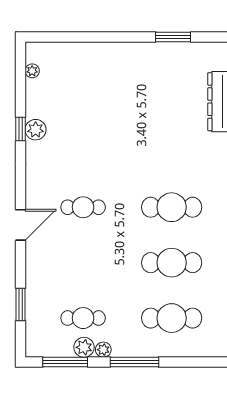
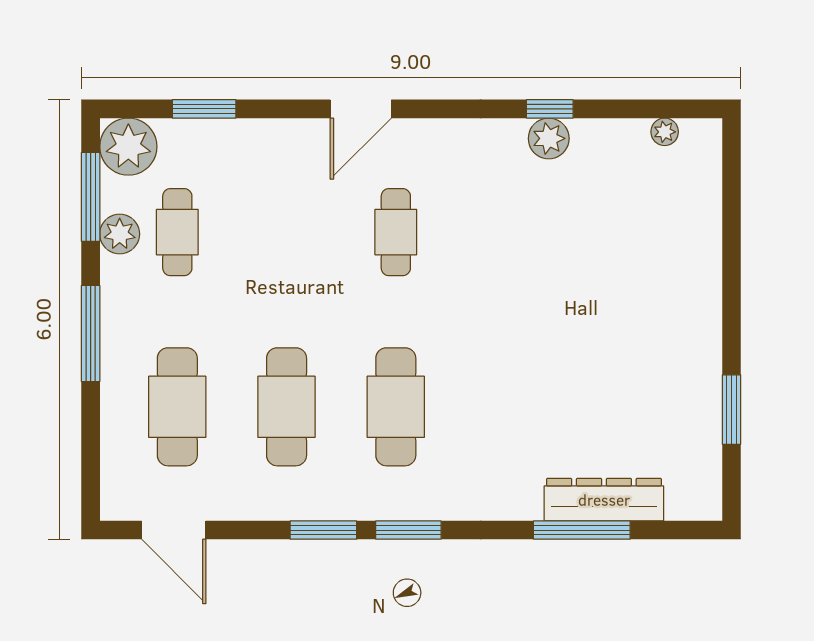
door: (21, 225) -> (361, 109), hinge flipped
plant: (103, 350) -> (128, 147), moved, width x1.88, depth x1.88

